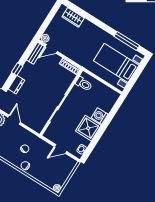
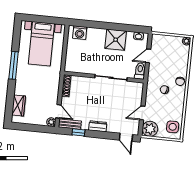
window: (127, 41) -> (14, 65), moved
window: (17, 69) -> (78, 132), moved
toilet: (84, 84) -> (140, 71), moved
dresser: (16, 85) -> (98, 126), moved
washing machine: (100, 116) -> (80, 33), moved
door: (61, 149) -> (148, 56), swing flipped

